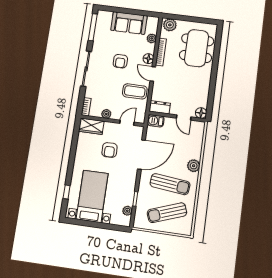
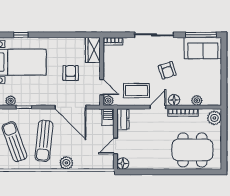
sofa: (129, 23) -> (203, 48), moved, turned -90
armchair: (120, 61) -> (167, 70), turned -108
coffee table: (135, 91) -> (136, 91), turned 90
plant: (106, 114) -> (108, 101), moved
armchair: (110, 150) -> (71, 73), turned 91

